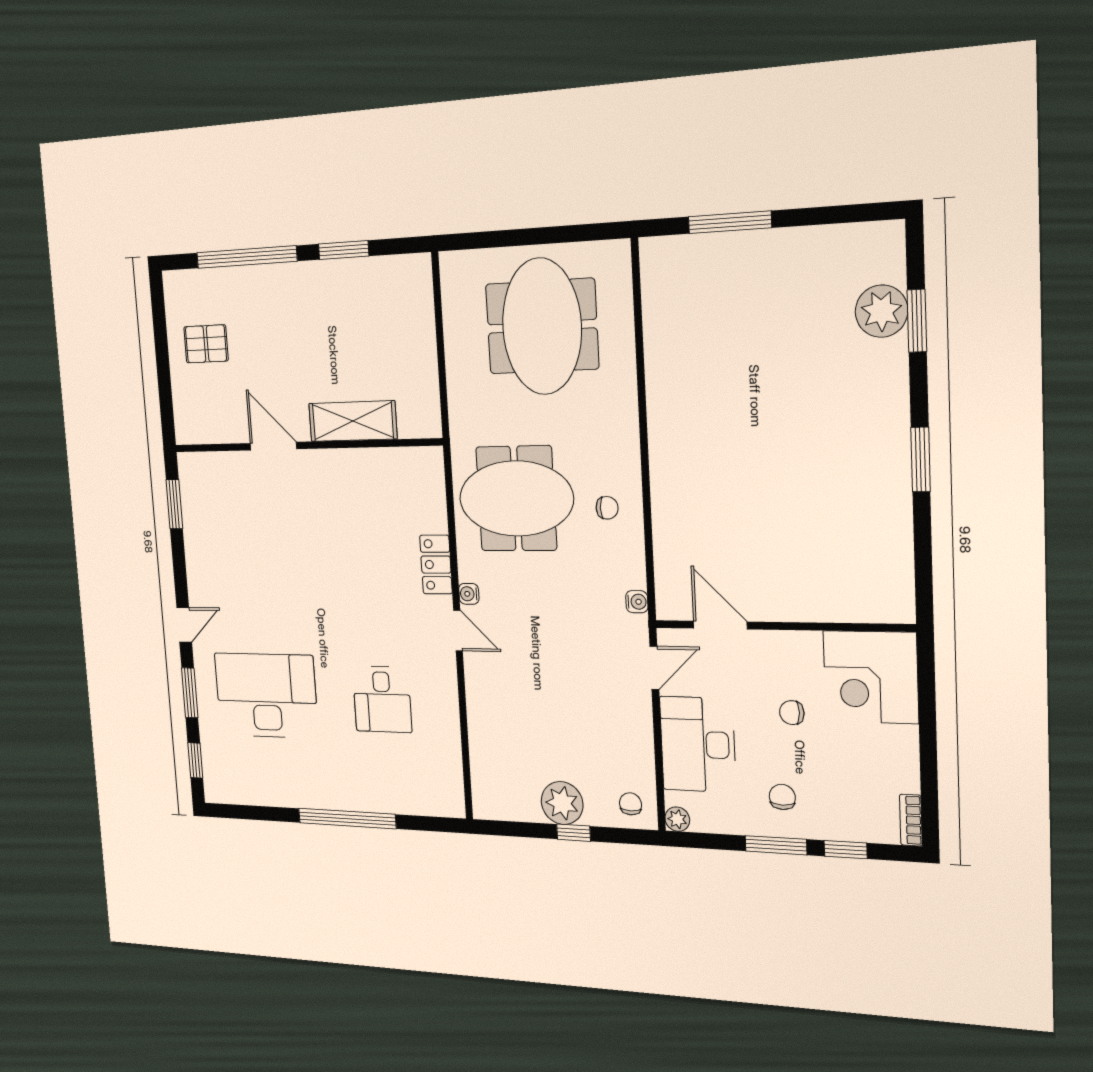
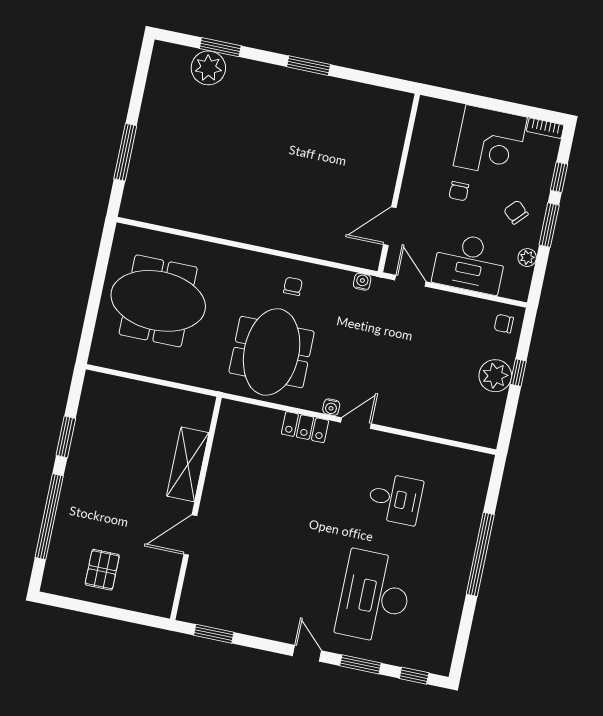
corner desk: (871, 677) -> (490, 141), moved
chair: (782, 797) -> (516, 212), turned 43
plant: (677, 819) -> (527, 258), moved

